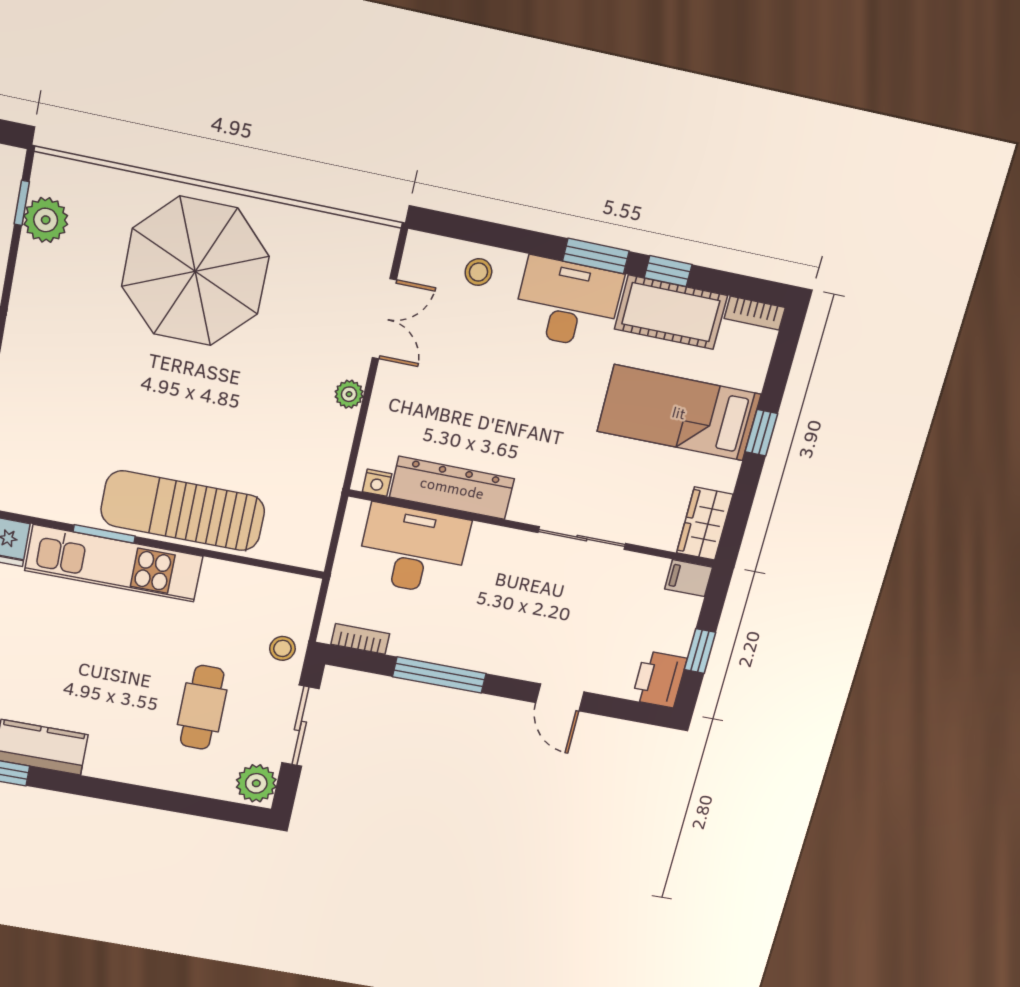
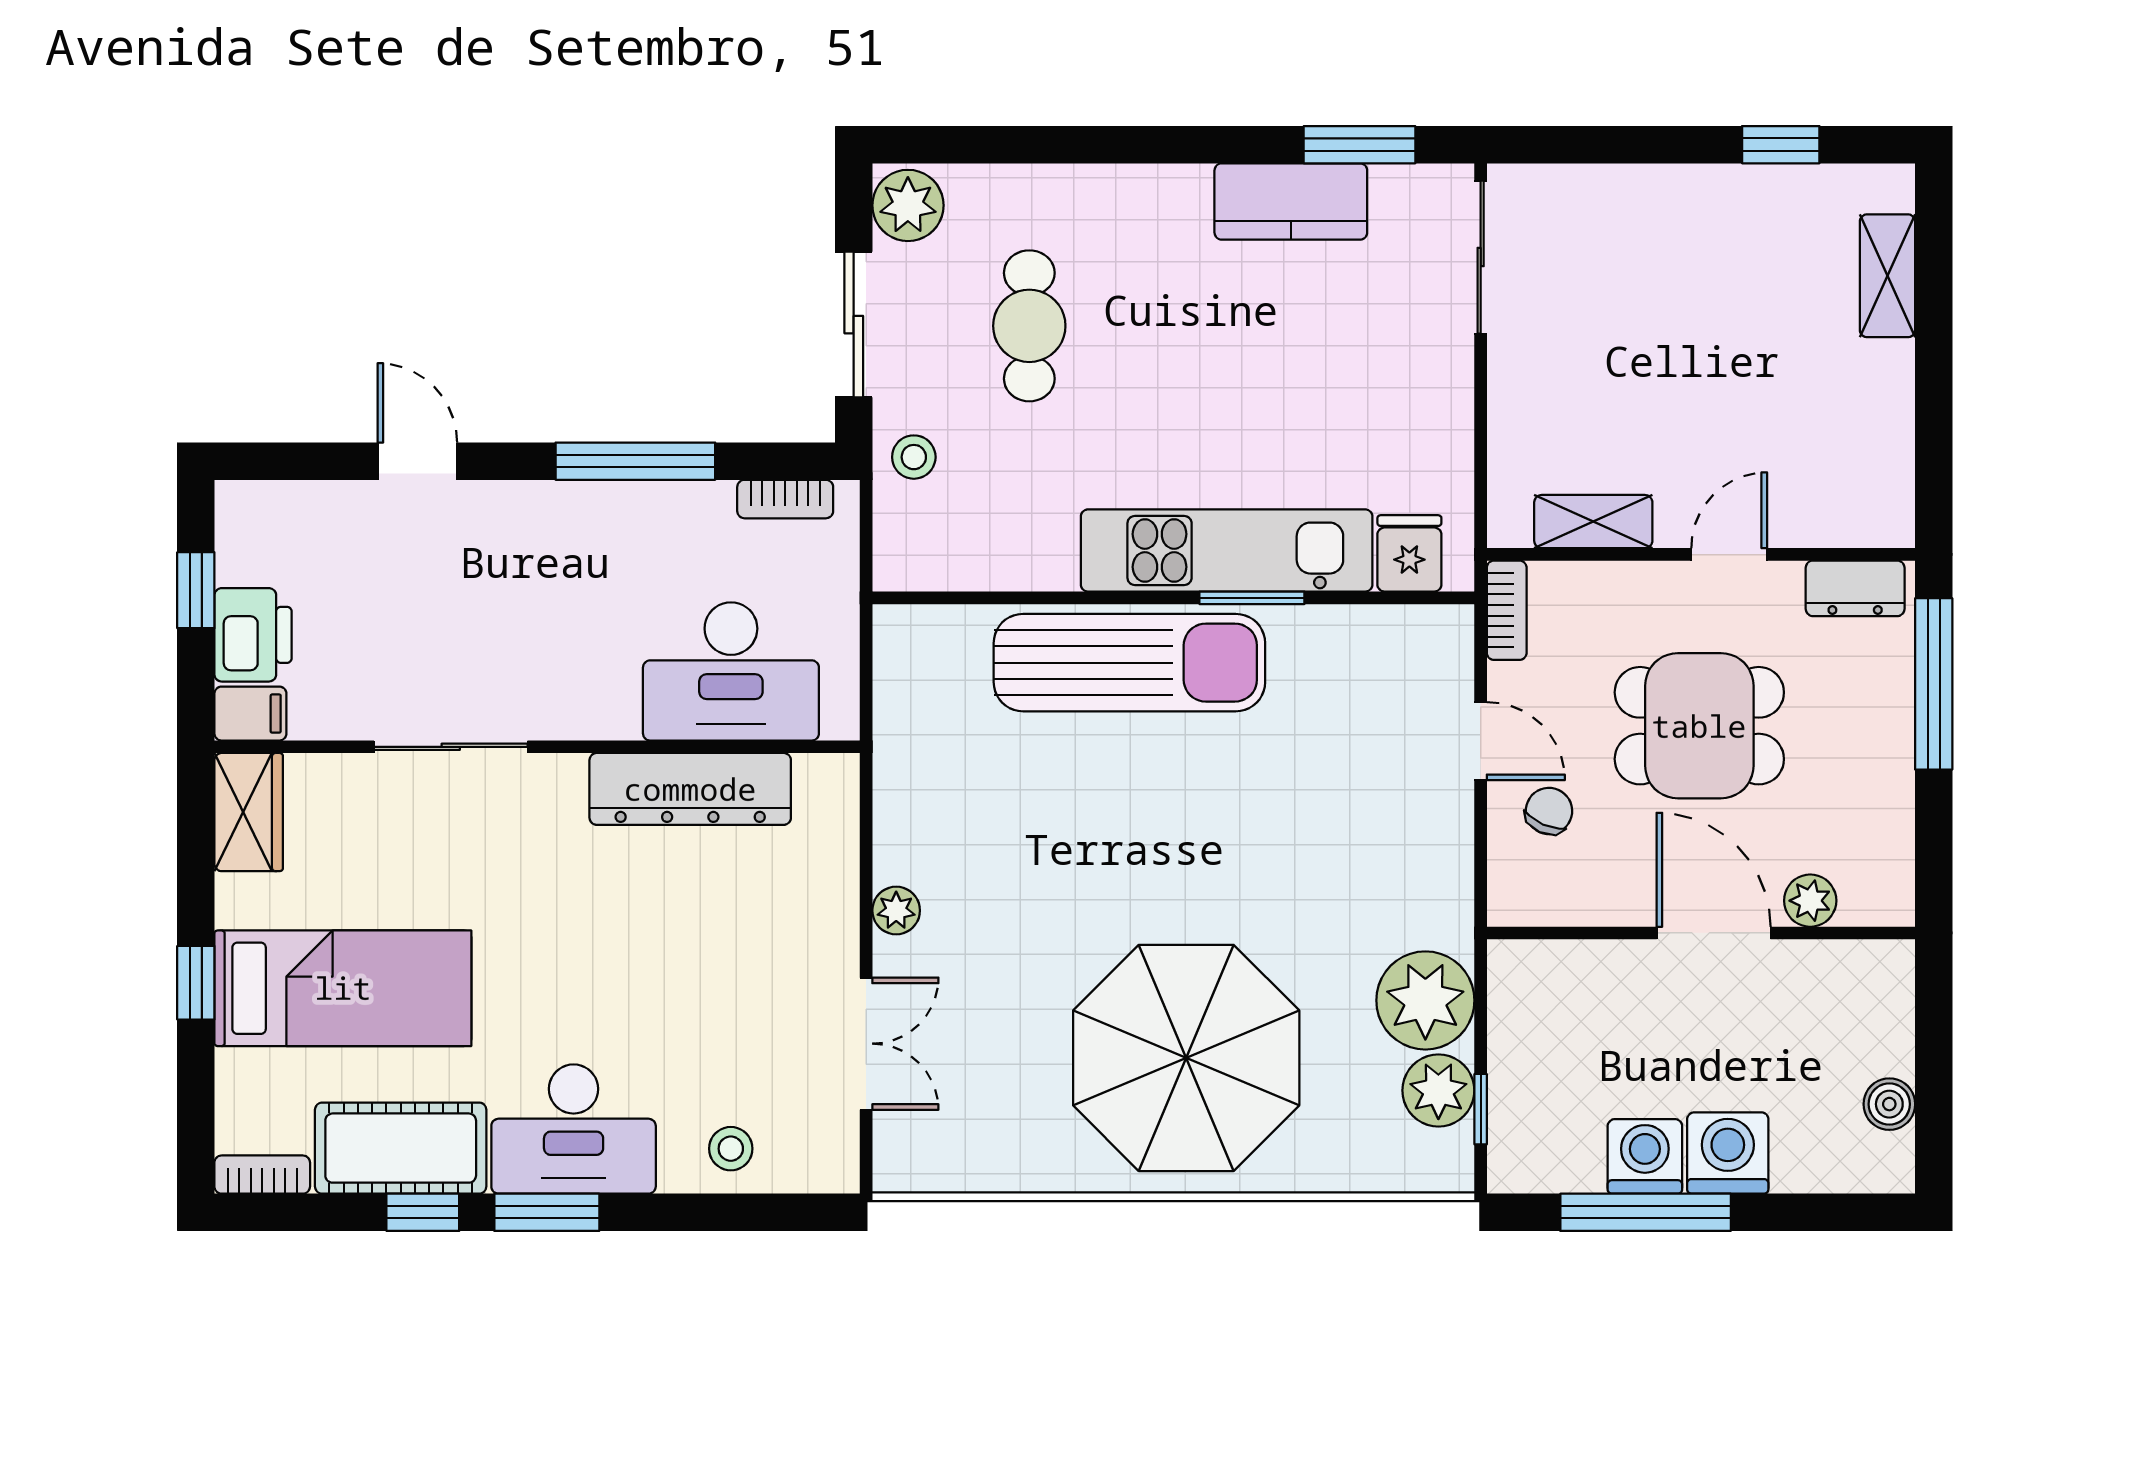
plant: (44, 277) -> (1425, 1000), added
double door: (384, 319) -> (866, 1044), swing flipped
nightstand: (377, 483) -> (817, 773), removed
printer: (659, 679) -> (253, 635), moved

